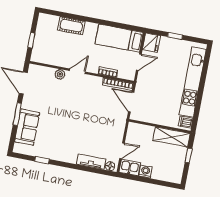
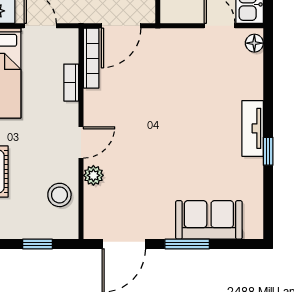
stool: (53, 56) -> (59, 195), added
door: (77, 71) -> (81, 142), swing flipped
window: (42, 160) -> (268, 151), moved
tv unit: (91, 162) -> (253, 128), moved

